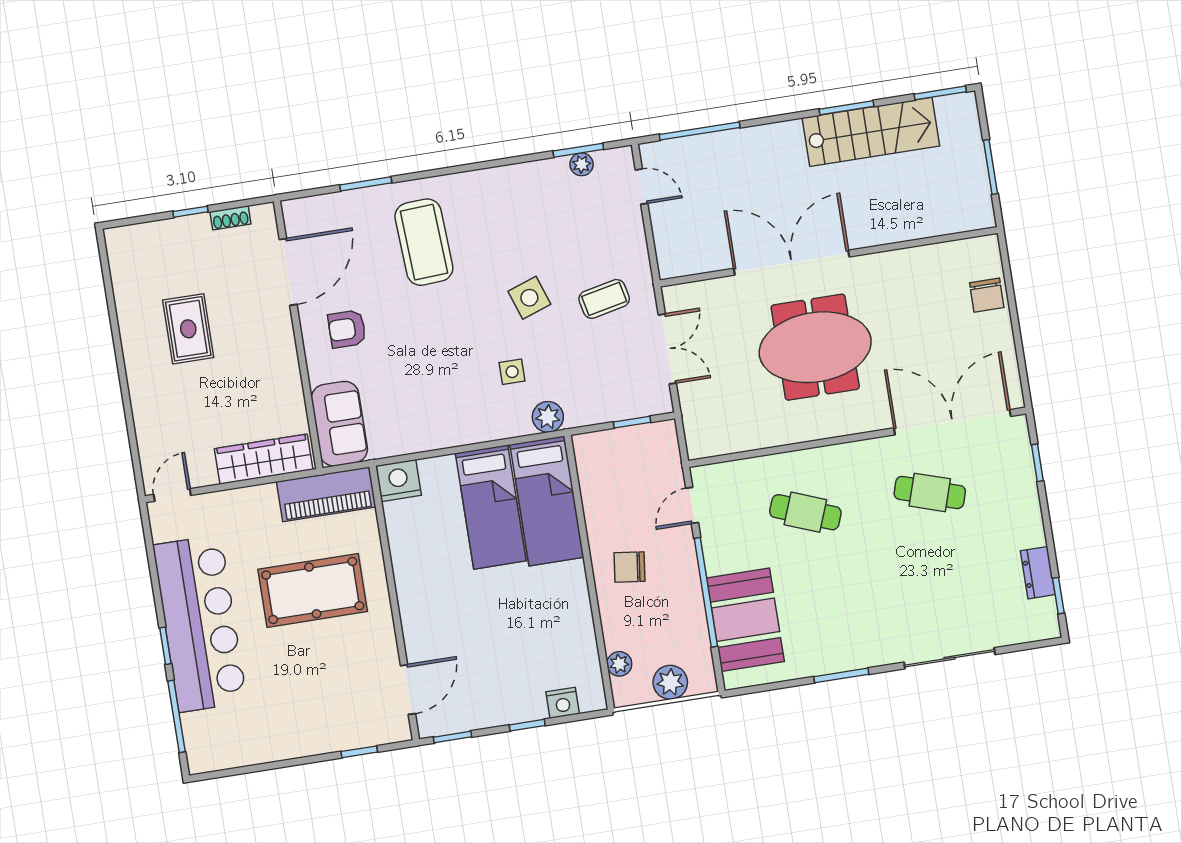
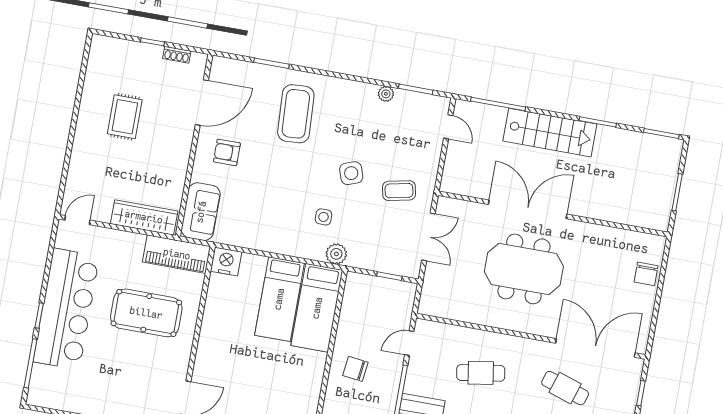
stairs: (871, 132) -> (550, 133), moved
plant: (582, 164) -> (386, 94), moved
cafe table: (805, 512) -> (481, 373), turned -30

